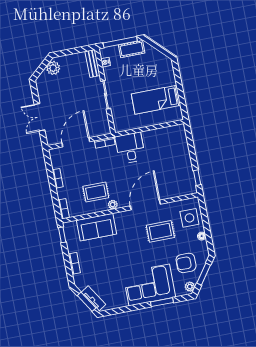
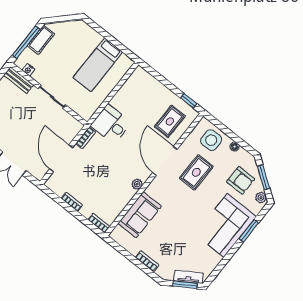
rug: (96, 192) -> (170, 121), moved
window: (62, 235) -> (116, 246), removed
armchair: (186, 263) -> (241, 180), turned -90

